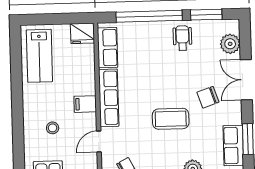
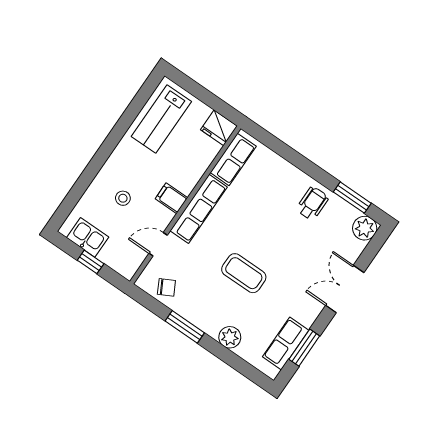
window: (149, 16) -> (296, 159), removed
plant: (230, 44) -> (365, 228), moved
chair: (208, 97) -> (295, 279), removed

